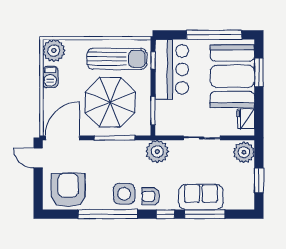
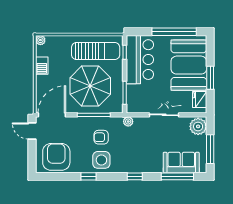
plant: (54, 51) -> (40, 40), width x0.53, depth x0.53
window: (259, 72) -> (210, 78), moved
plant: (157, 151) -> (128, 122), width x0.53, depth x0.53
window: (259, 180) -> (210, 149), width x1.44
armchair: (151, 196) -> (101, 137), moved
sofa: (201, 197) -> (181, 162), moved
window: (108, 214) -> (88, 176), width x0.32
window: (205, 214) -> (177, 176), moved

